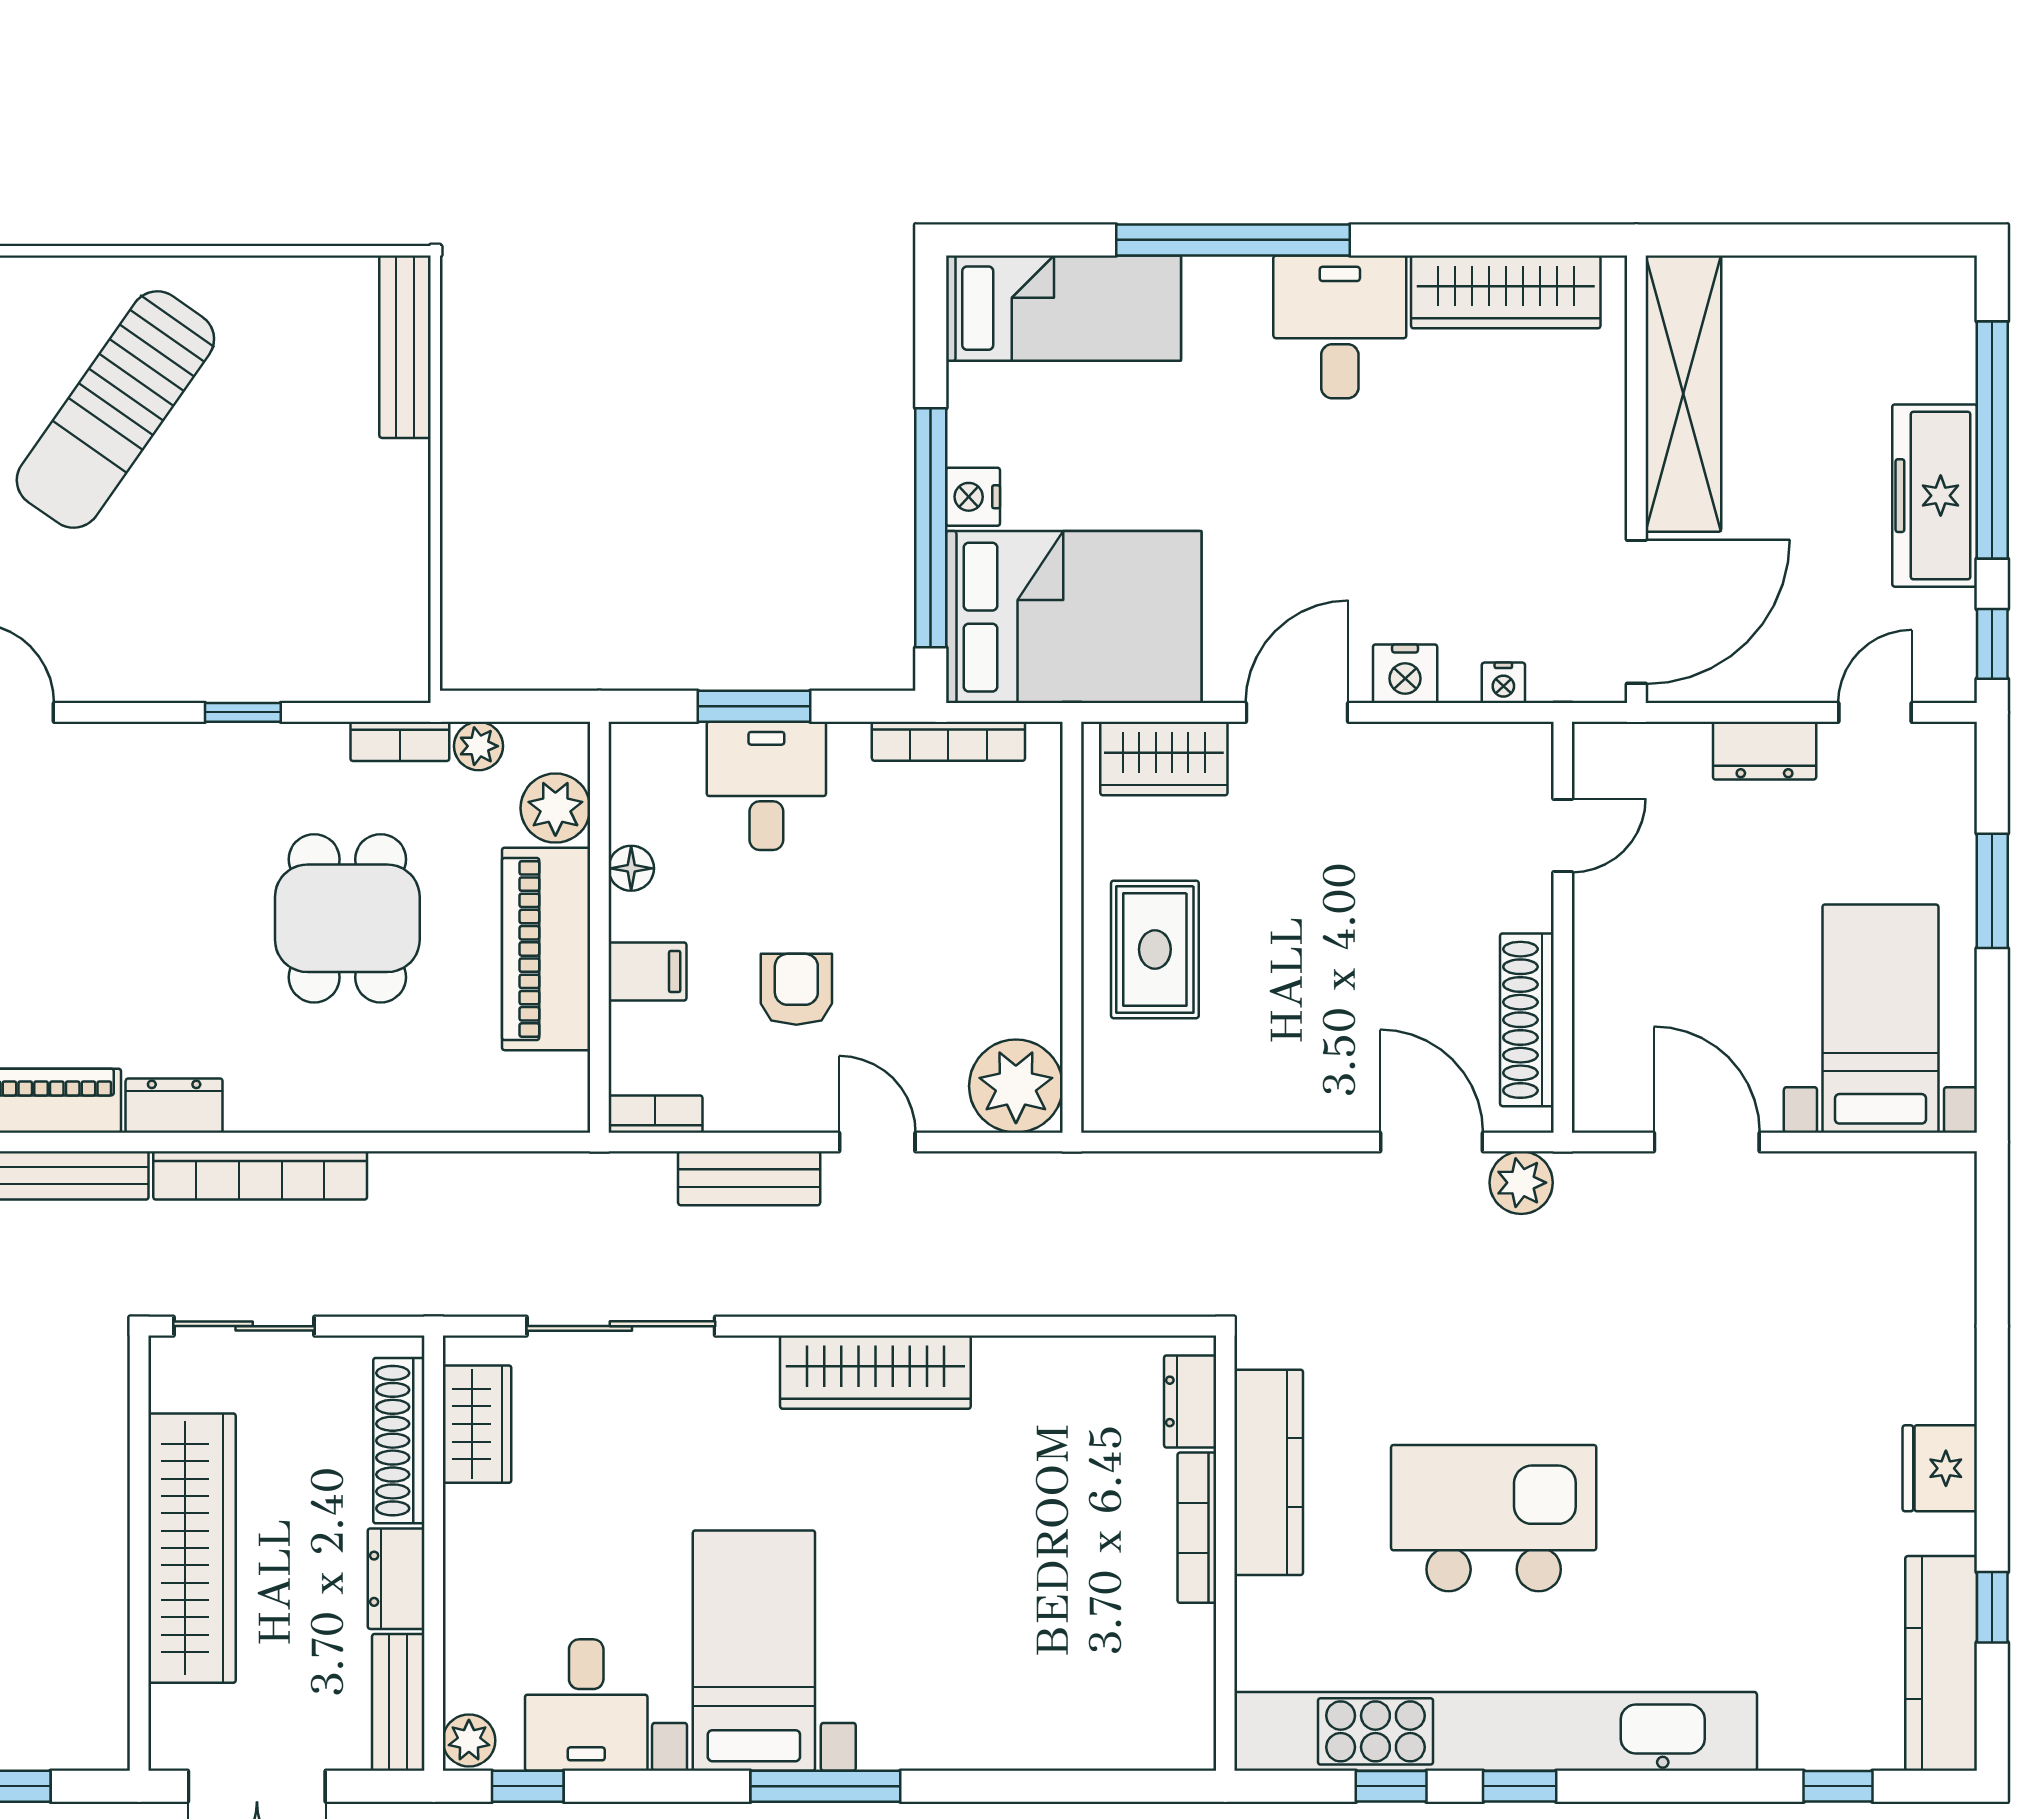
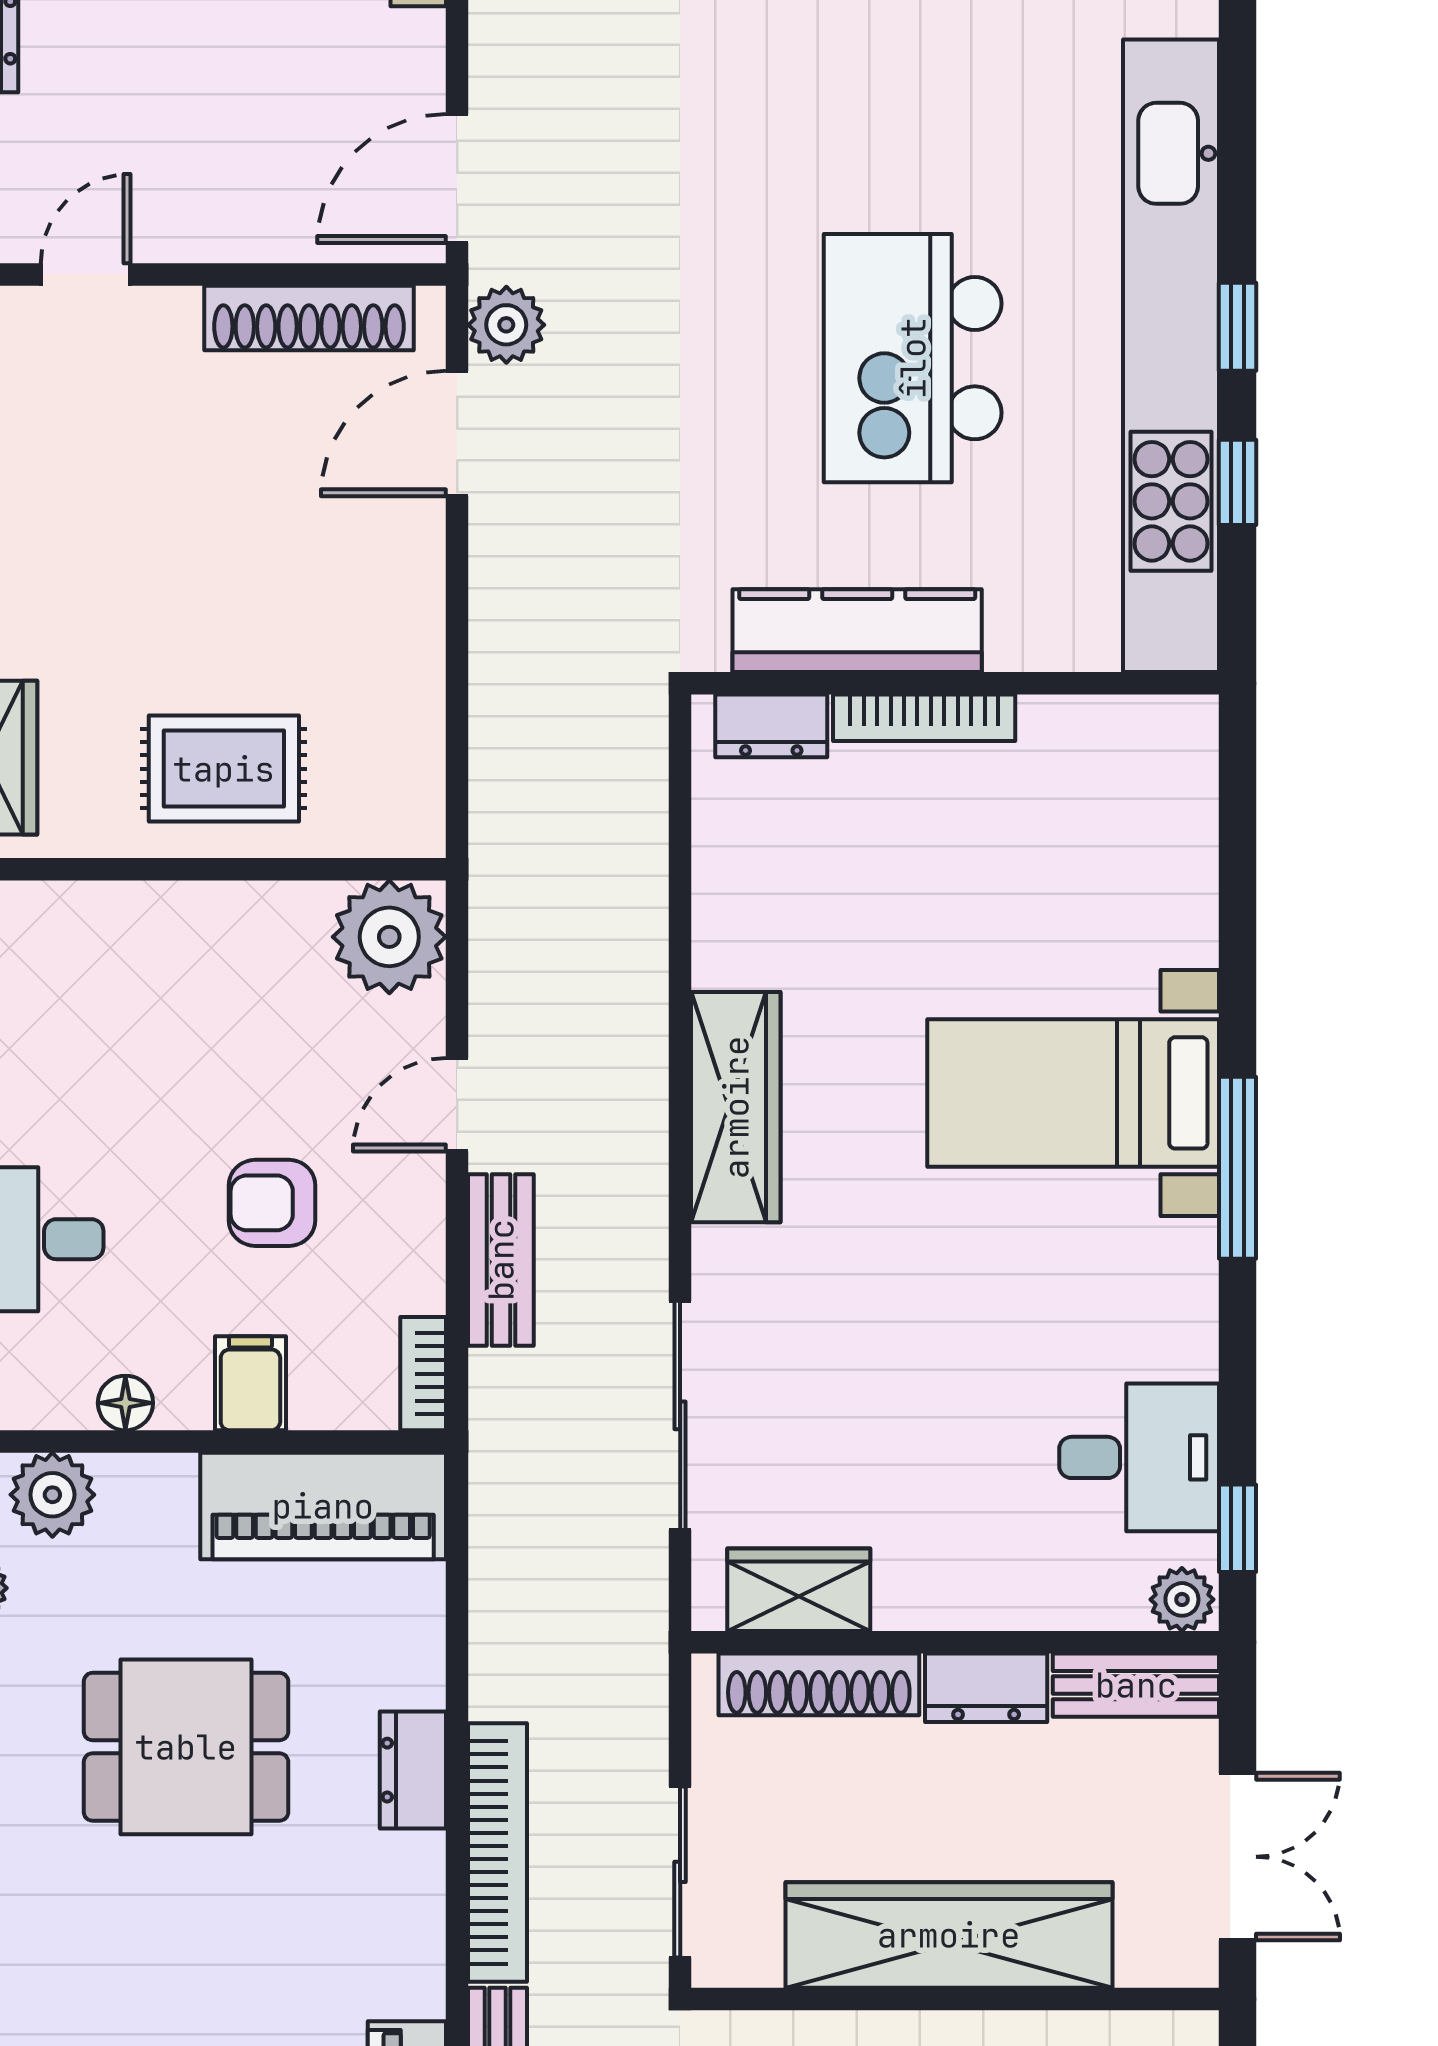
door: (1563, 835) -> (86, 274), hinge flipped
piano: (546, 949) -> (323, 1506), moved
dresser: (174, 1106) -> (413, 1770), moved
door: (1707, 1142) -> (457, 179), moved
bed with nightstands: (754, 1651) -> (1073, 1093), moved

